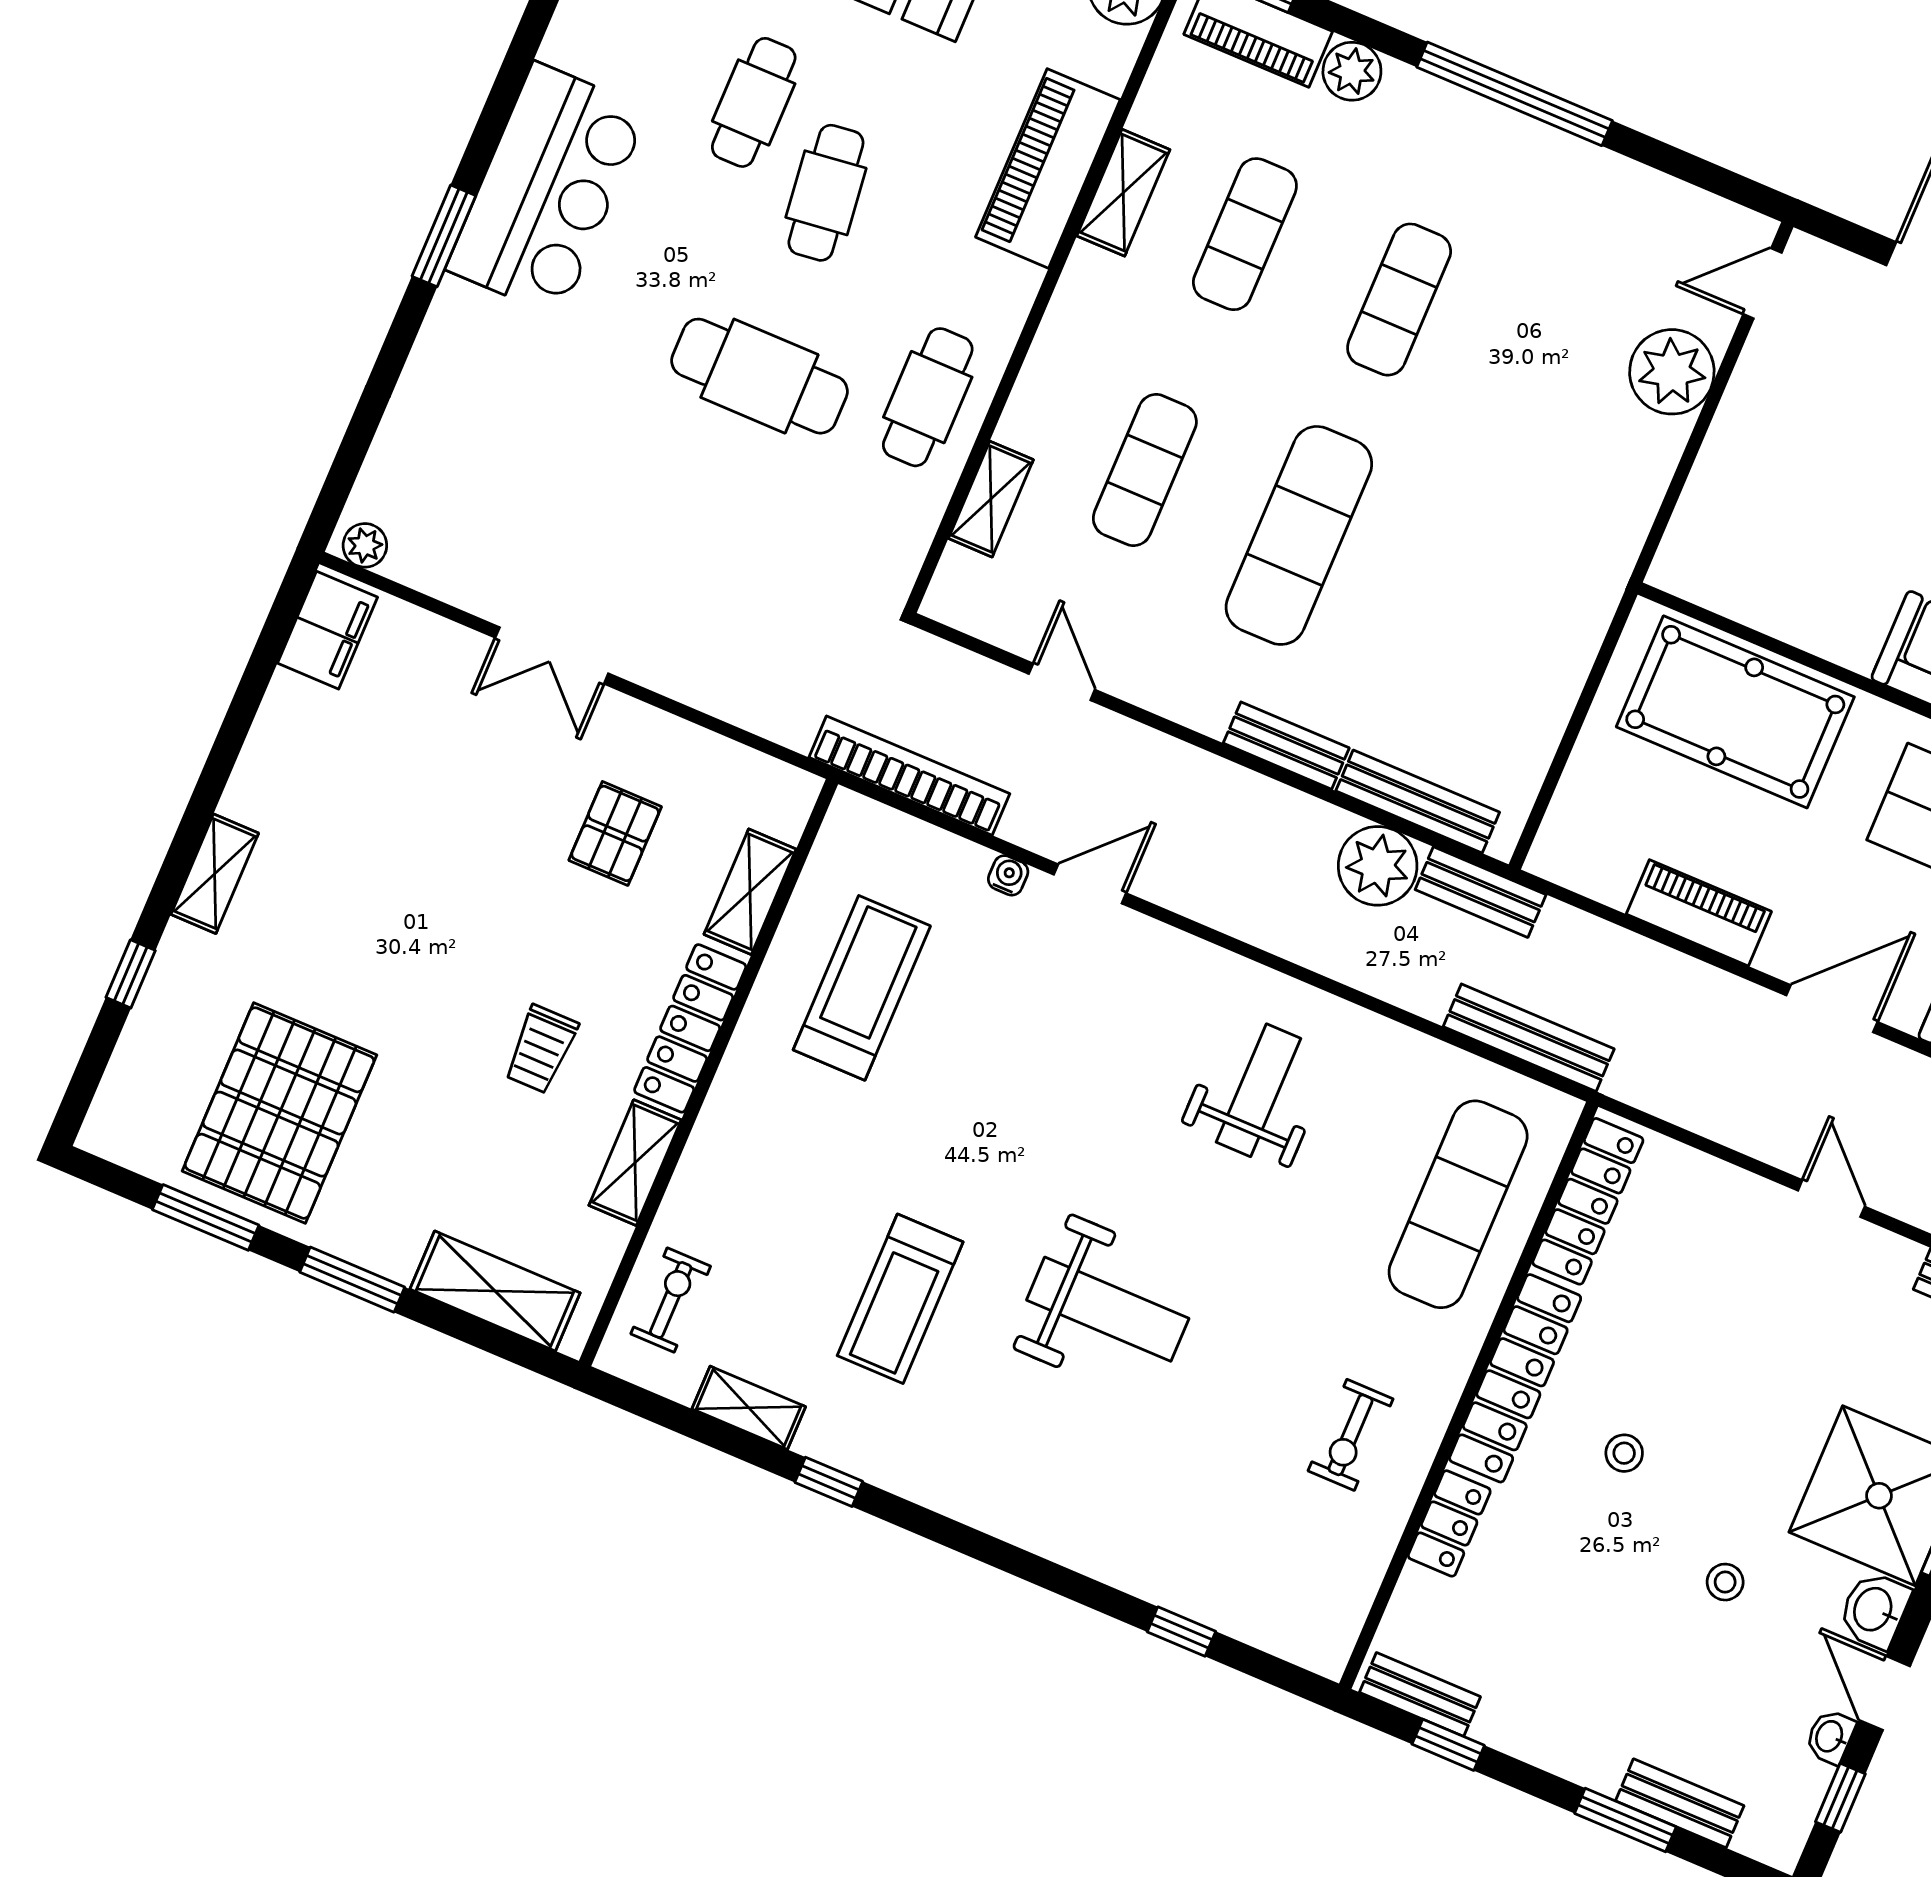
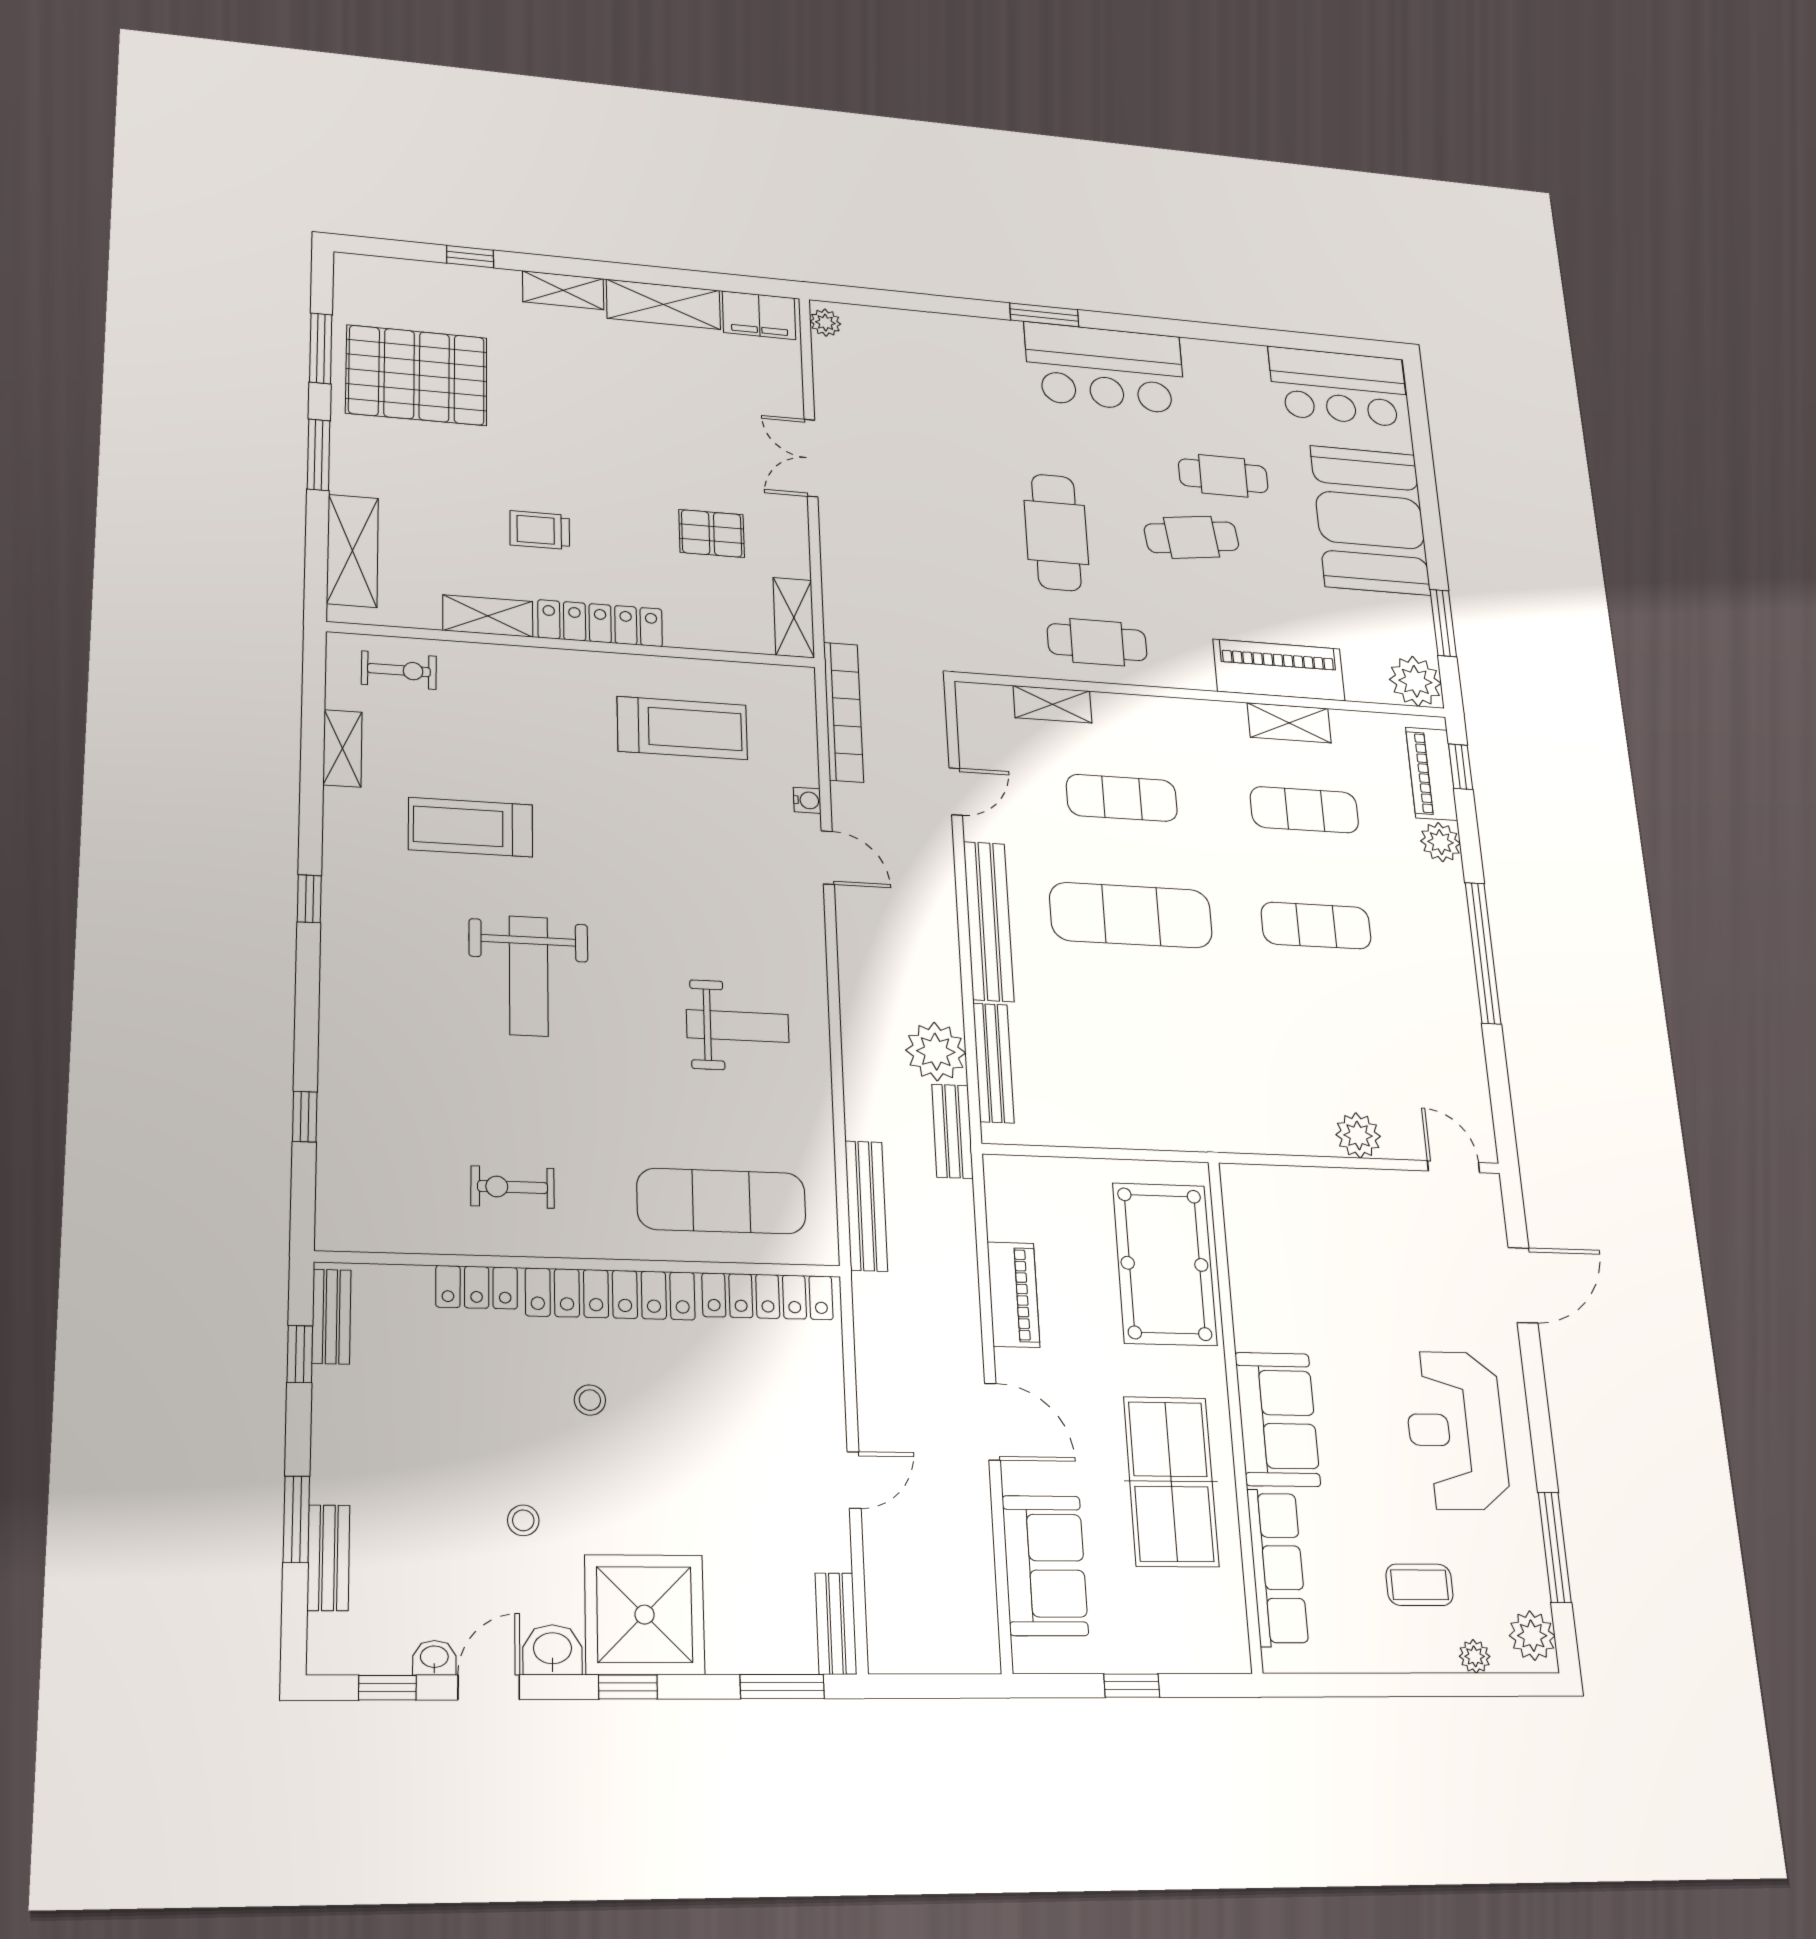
plant: (1672, 372) -> (1358, 1135), width x0.73, depth x0.73
bench: (1286, 746) -> (989, 921), width x1.86, depth x1.21
shelving: (274, 751) -> (664, 304), added
shelving: (750, 892) -> (794, 618), moved, turned 90
window: (829, 1482) -> (309, 899), moved

